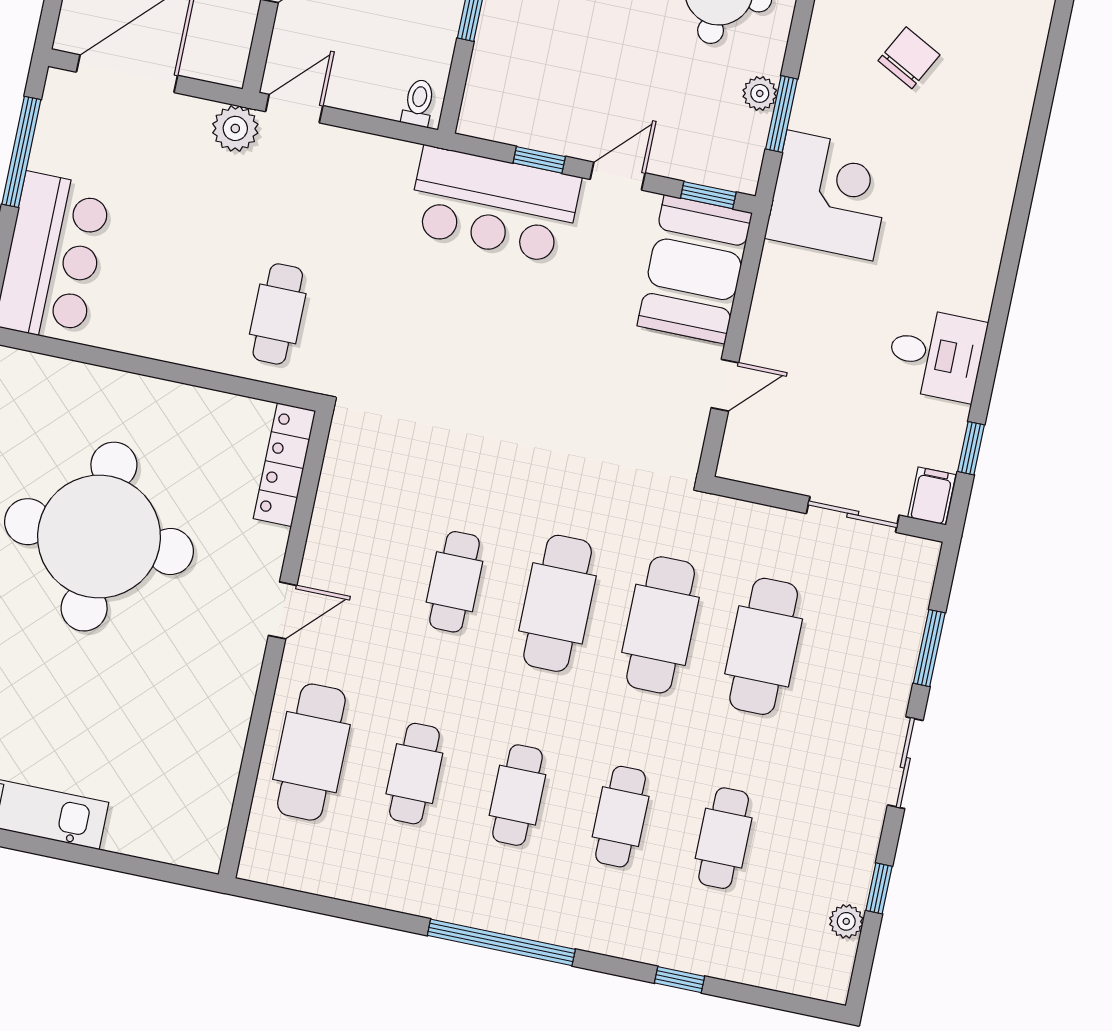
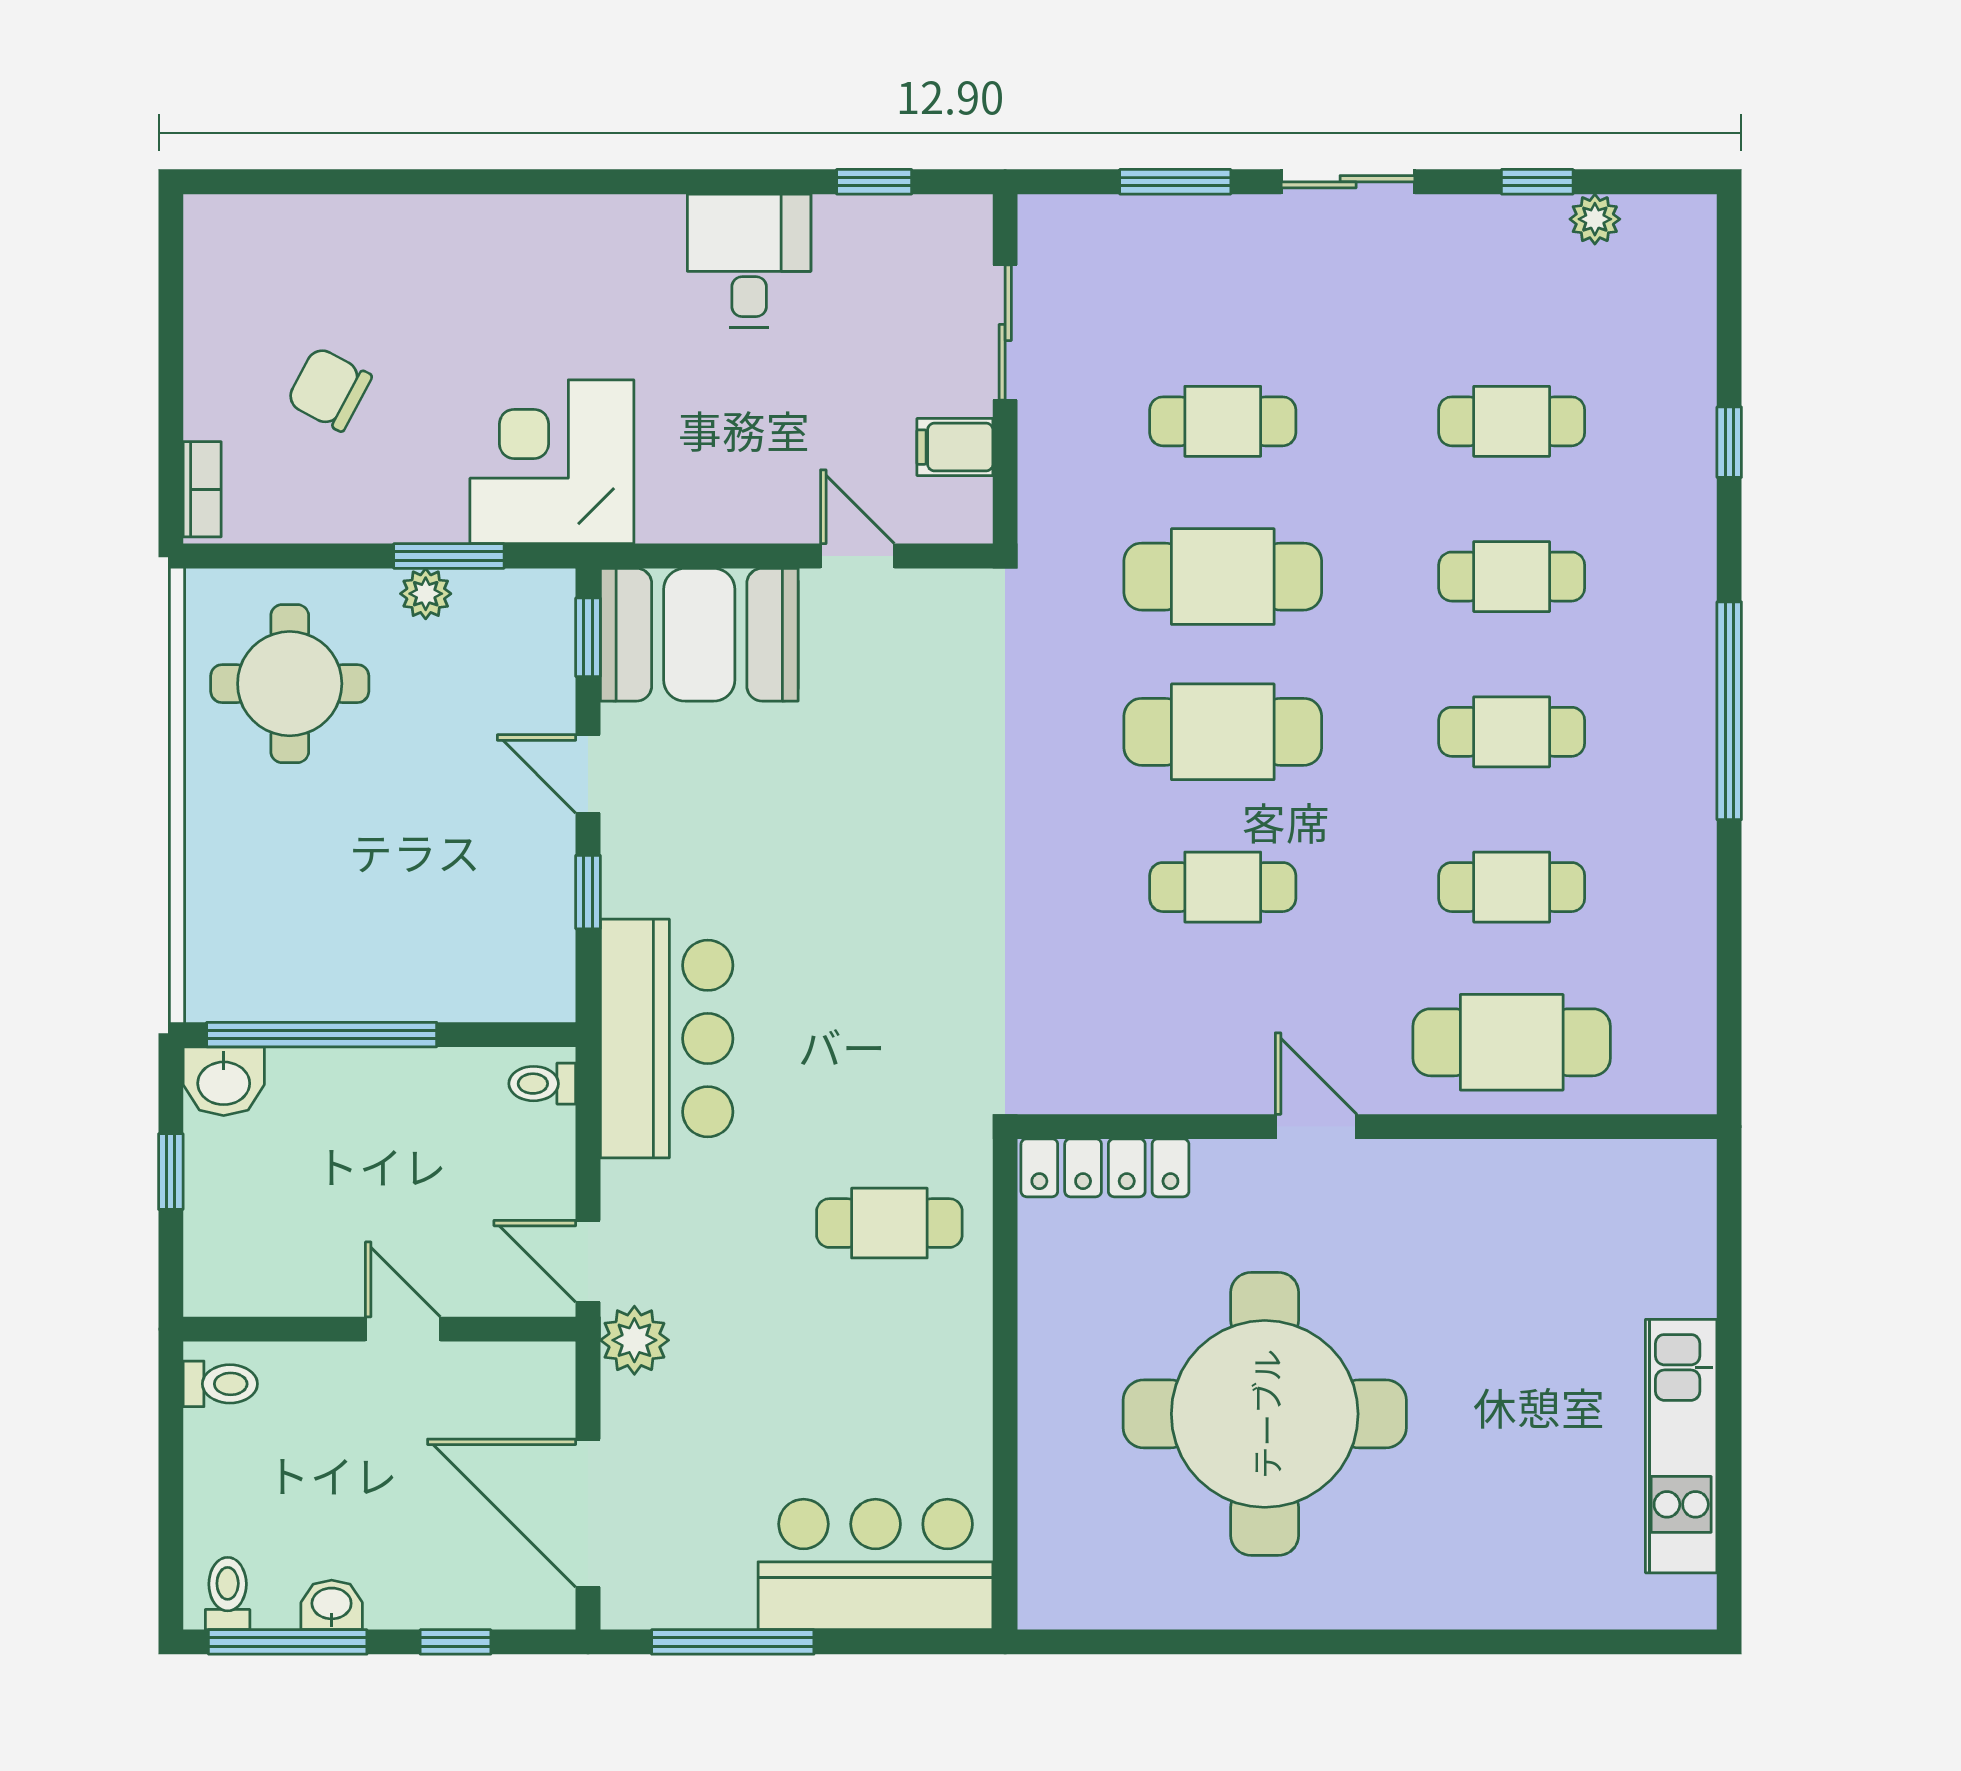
bar counter: (494, 205) -> (667, 1039), moved
filing cabinet: (932, 496) -> (955, 447), moved
cafe table: (764, 646) -> (1223, 421), width x0.73, depth x0.74

